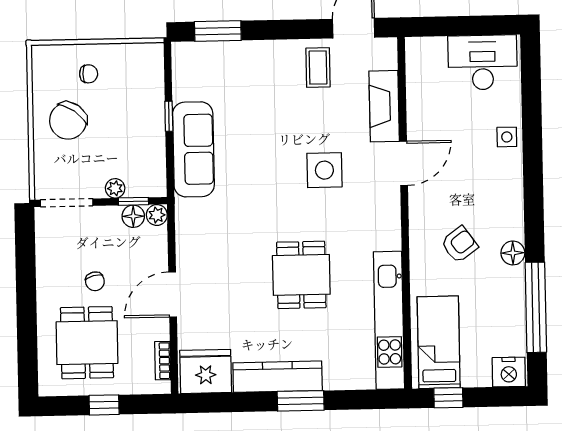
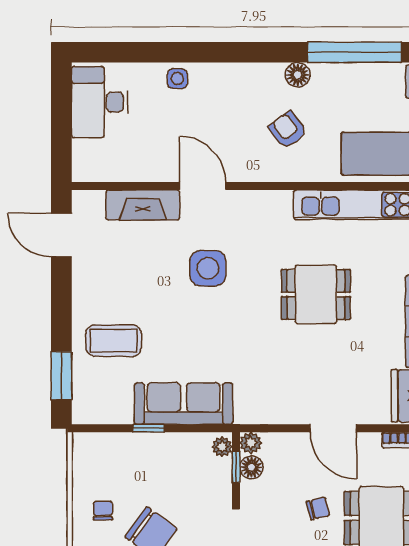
coffee table: (318, 68) -> (114, 341), moved, width x1.36, depth x1.30
plant: (115, 188) -> (222, 447), moved

